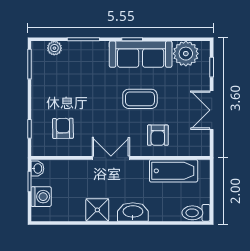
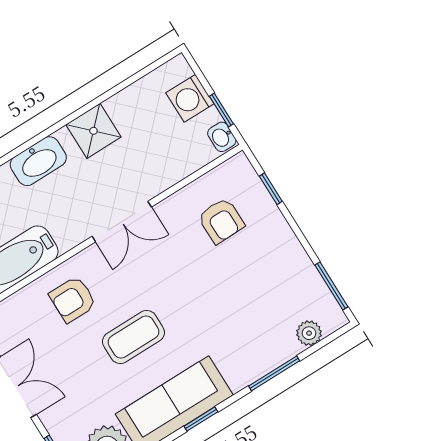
armchair: (158, 135) -> (73, 299), turned -90

